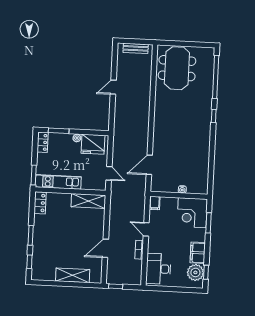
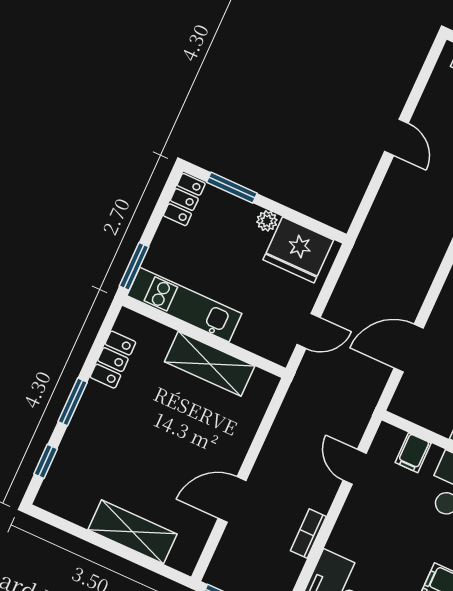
door: (113, 87) -> (396, 137), swing flipped
door: (109, 173) -> (309, 331), hinge flipped
shelving: (88, 201) -> (210, 364), moved
locker: (40, 203) -> (113, 360), moved
filing cabinet: (155, 203) -> (413, 453), moved
door: (146, 229) -> (355, 467), moved

